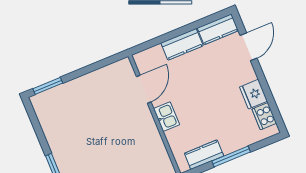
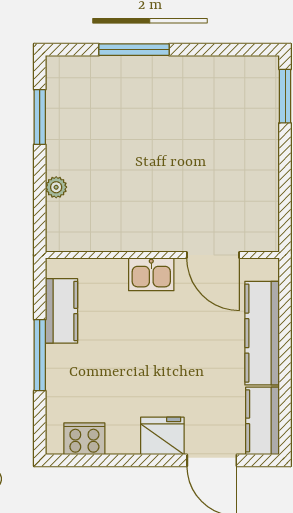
kitchen counter: (182, 44) -> (262, 333), width x1.50
fridge: (254, 94) -> (162, 436), moved

